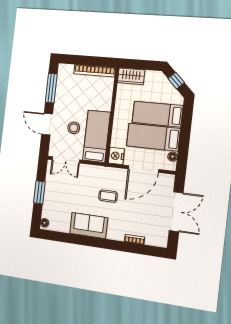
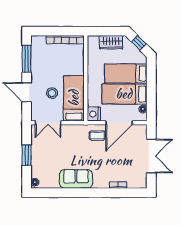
wardrobe: (131, 76) -> (111, 42), moved
coffee table: (108, 196) -> (97, 136), moved

